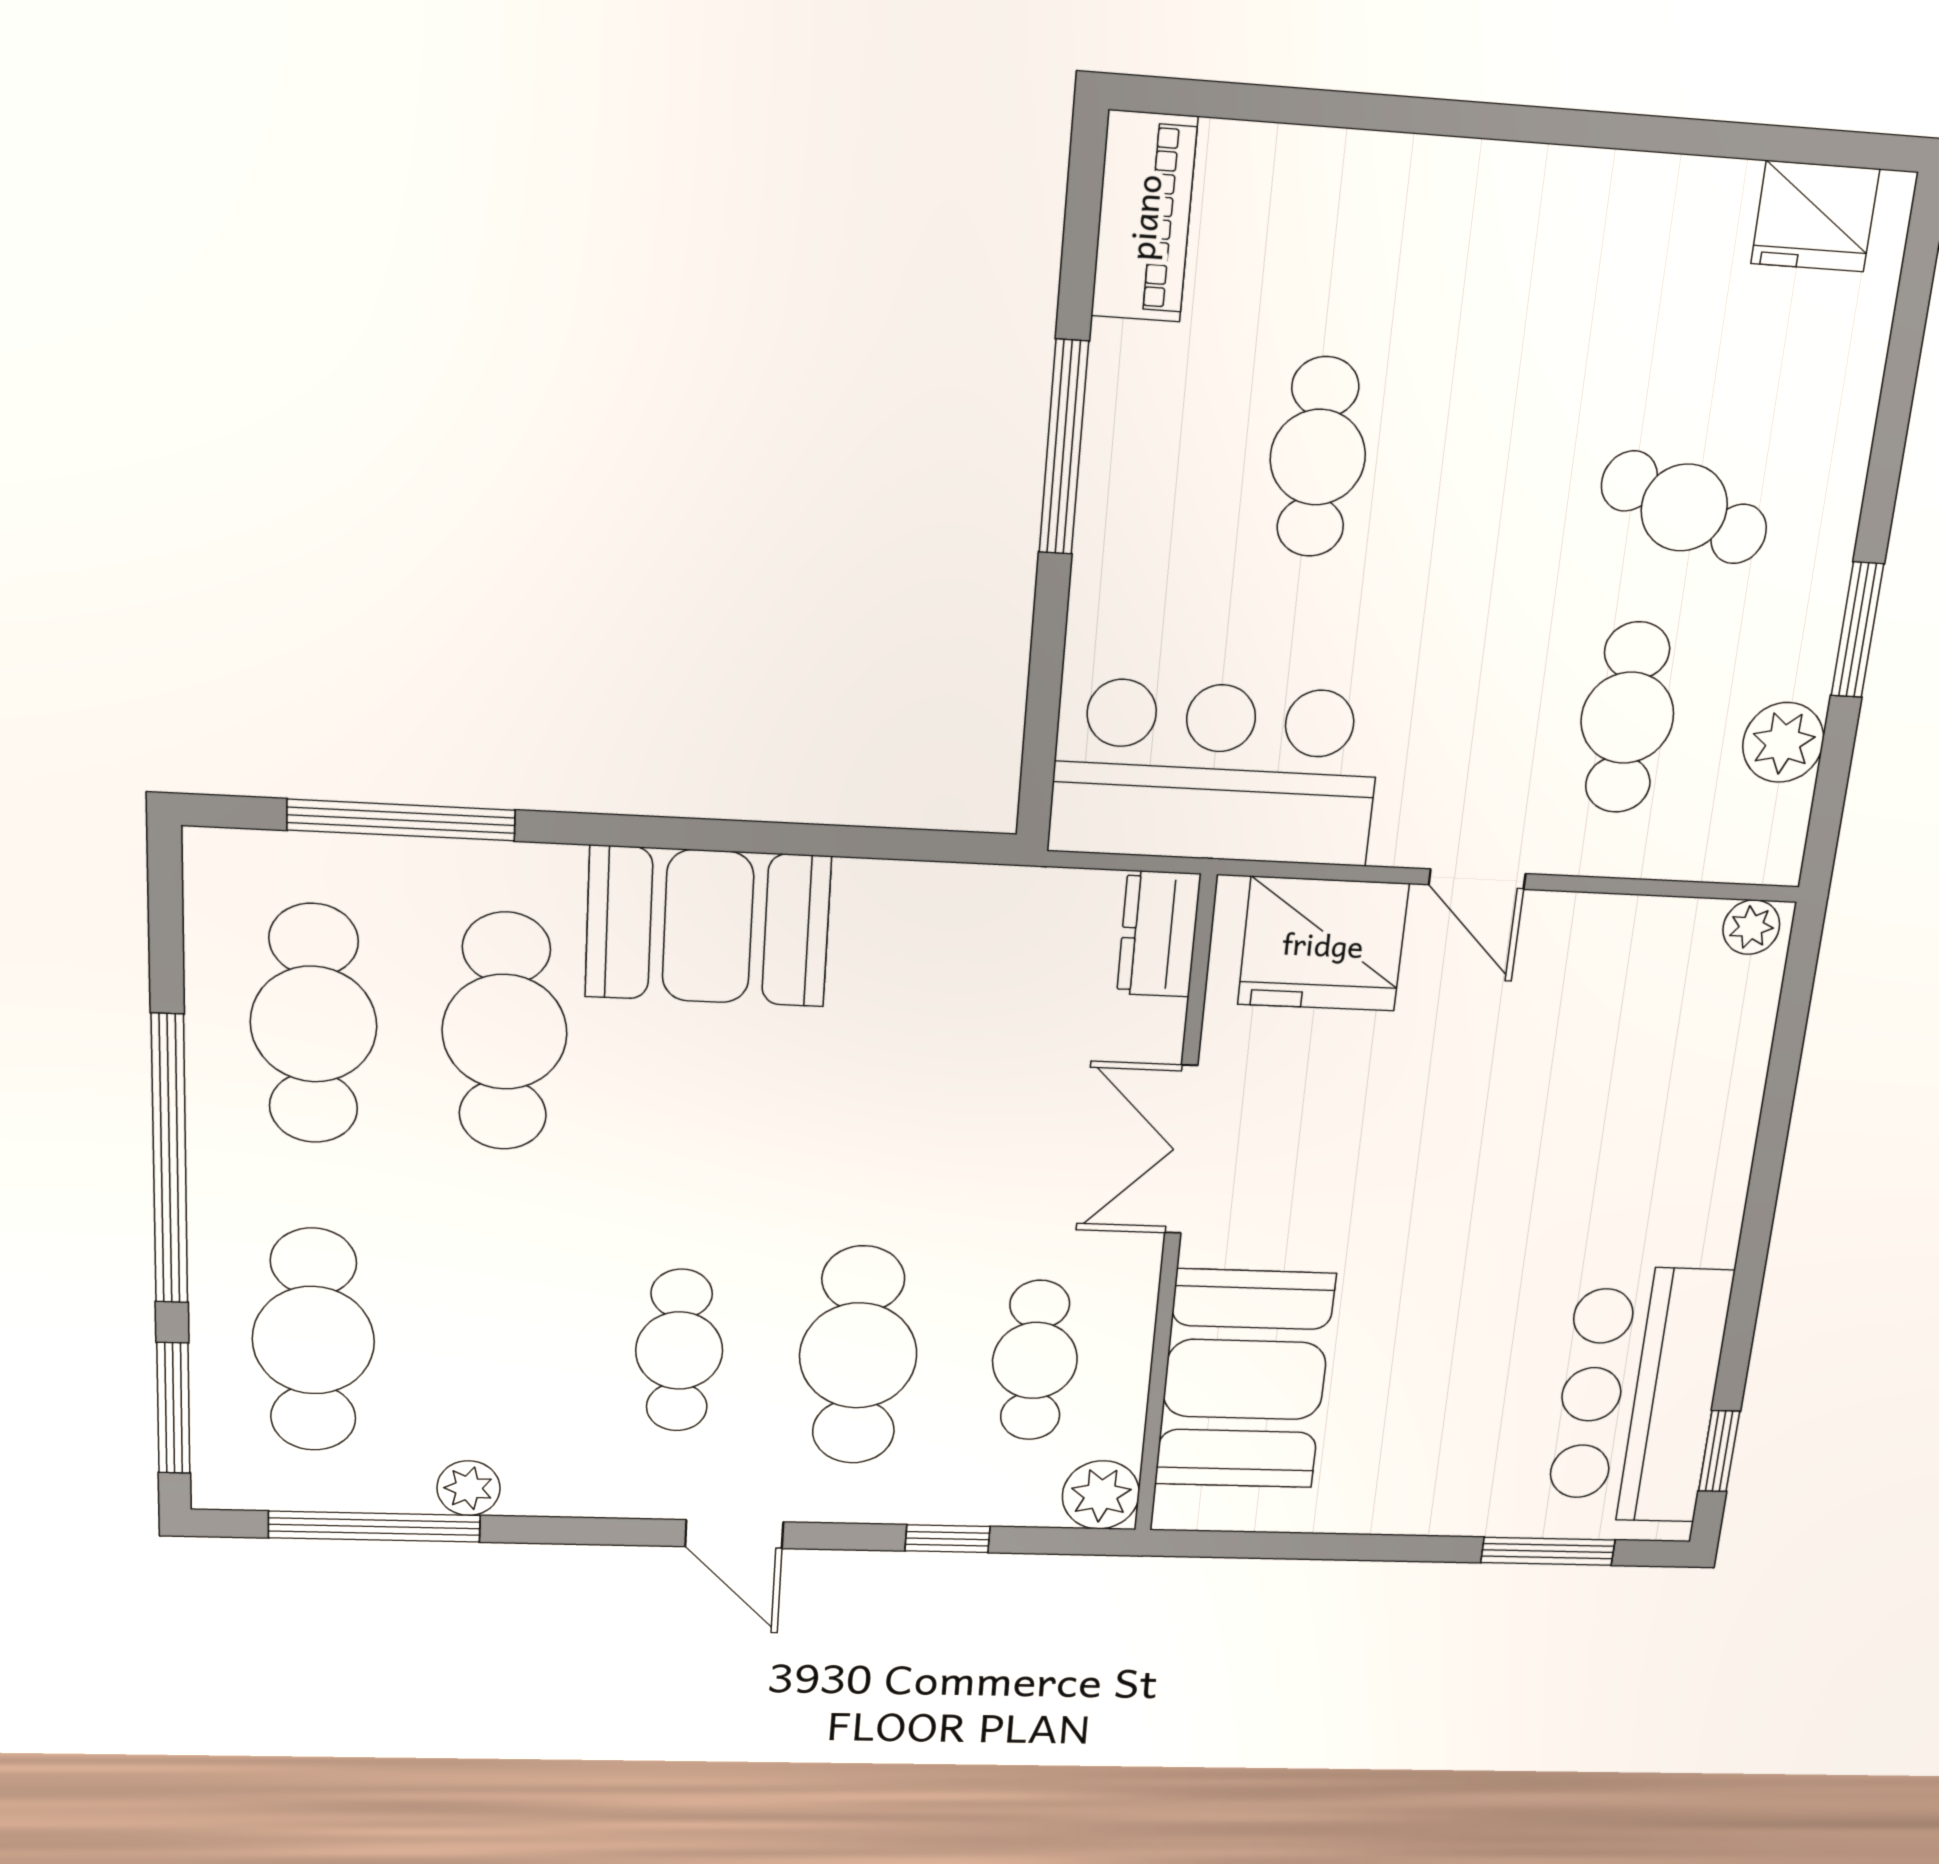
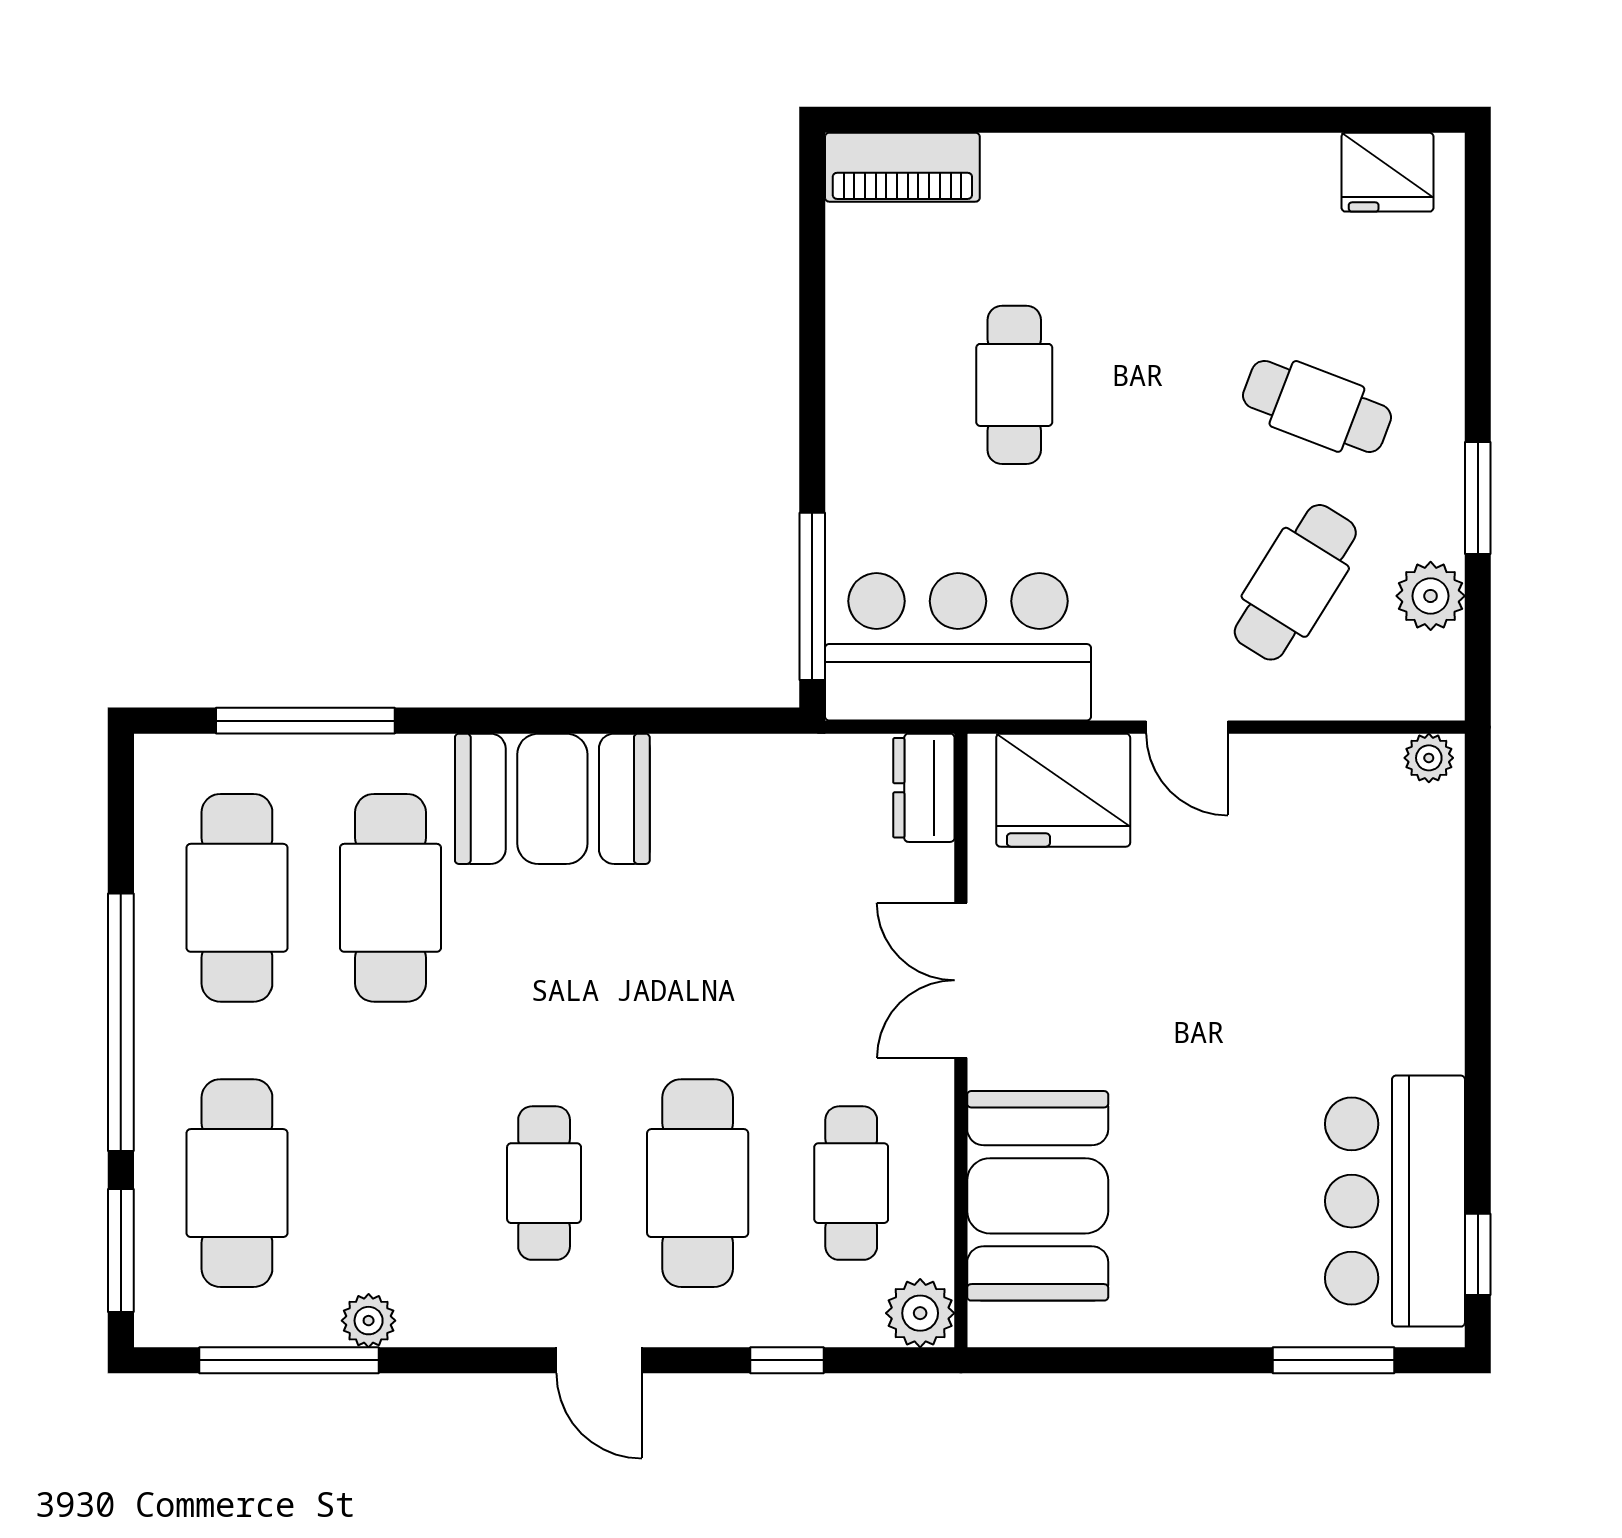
piano: (1144, 217) -> (902, 167), moved, turned 90
window: (1064, 448) -> (812, 596), moved
cafe table: (1627, 718) -> (1295, 582), turned 32

